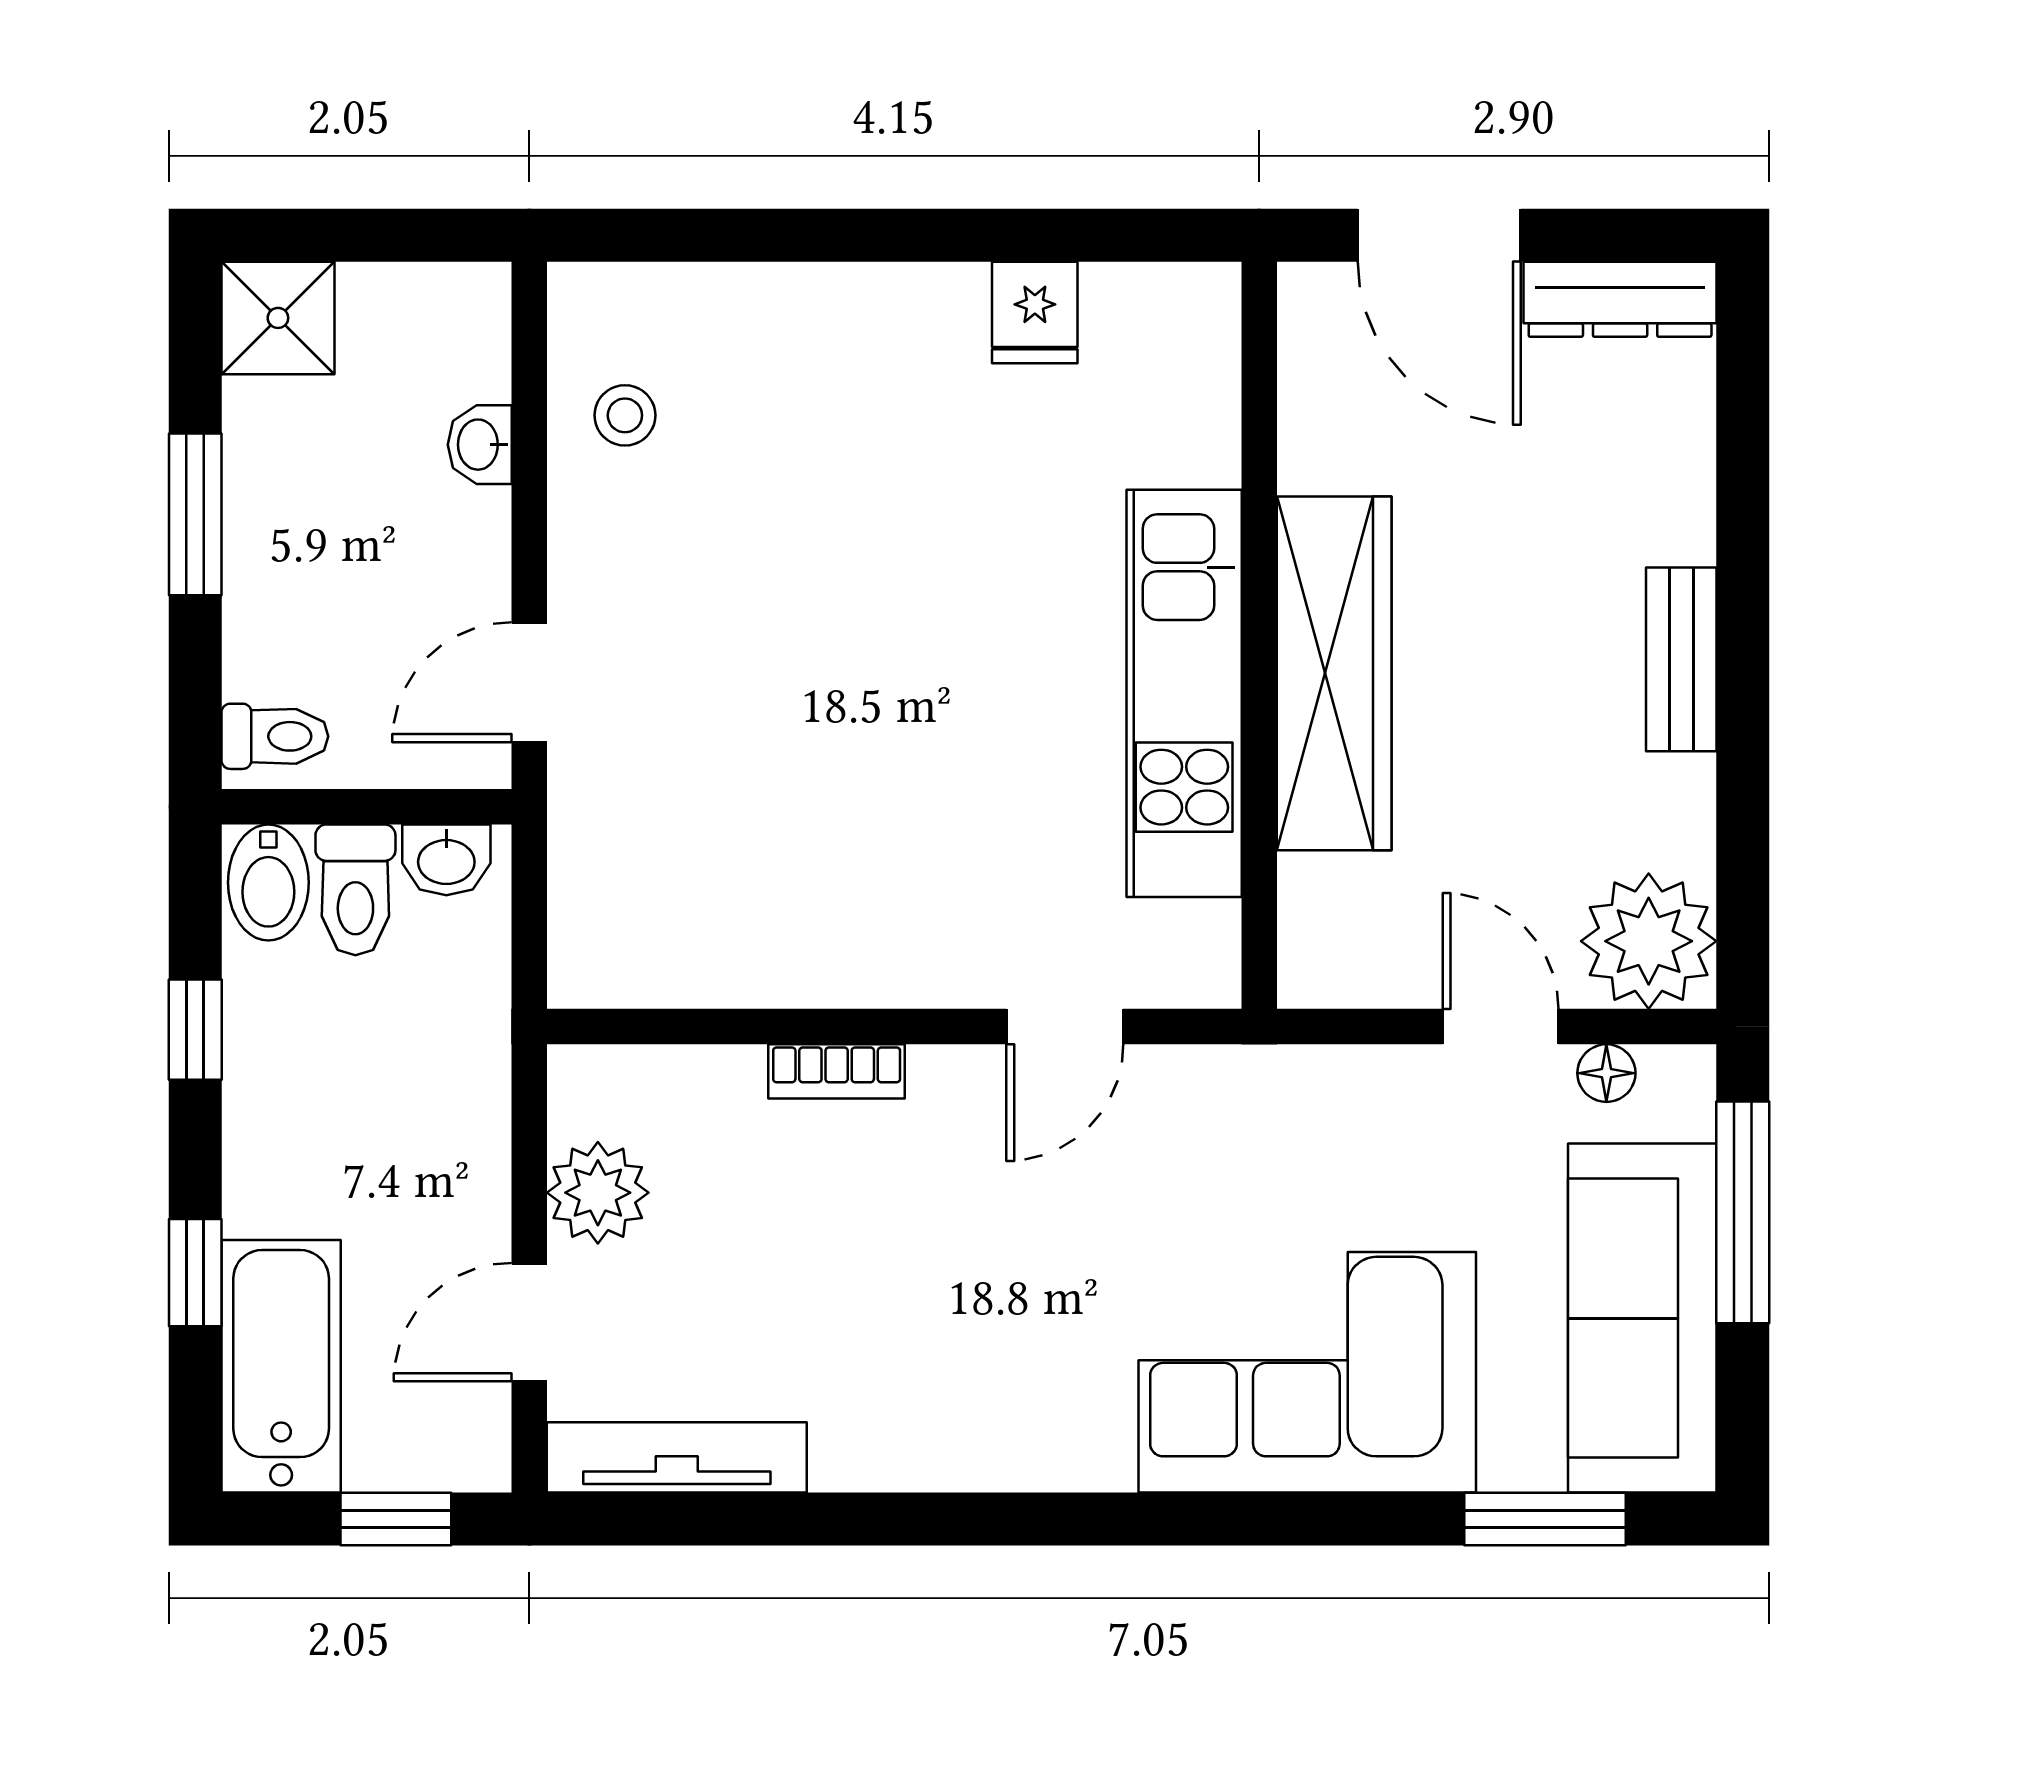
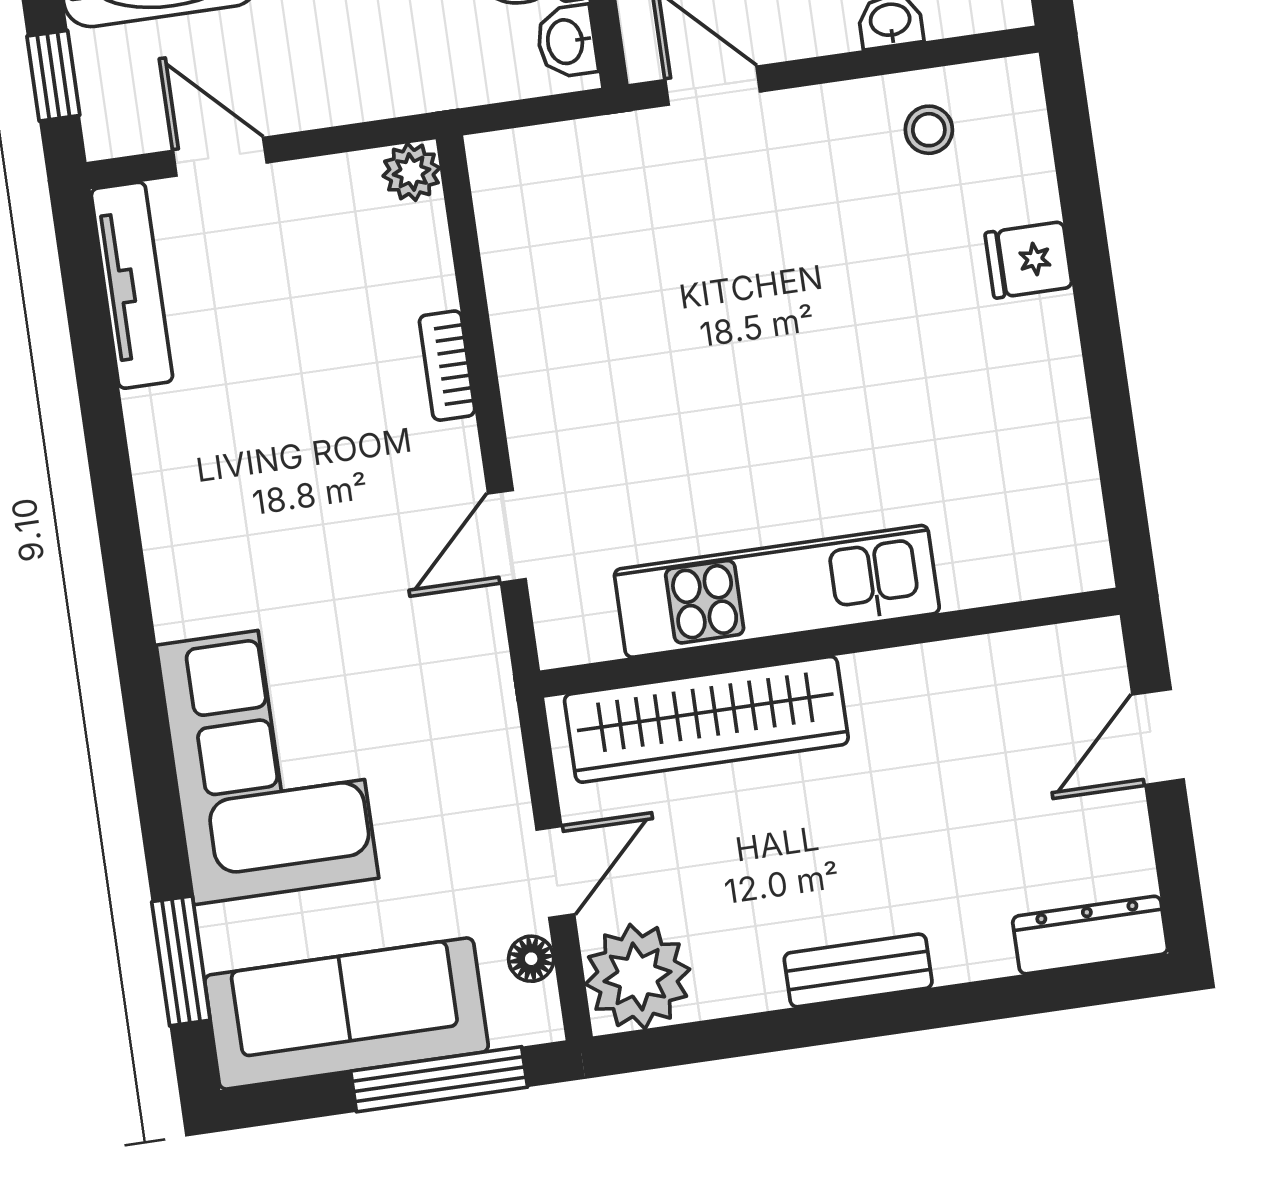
door: (1439, 235) -> (1158, 737), width x0.73
dresser: (1620, 299) -> (1090, 935), moved, turned 90
fridge: (1035, 312) -> (1029, 260), moved
wardrobe: (1334, 673) -> (706, 719), moved
door: (1065, 1027) -> (507, 536), hinge flipped
plant: (598, 1193) -> (411, 172), moved, width x0.73, depth x0.73

